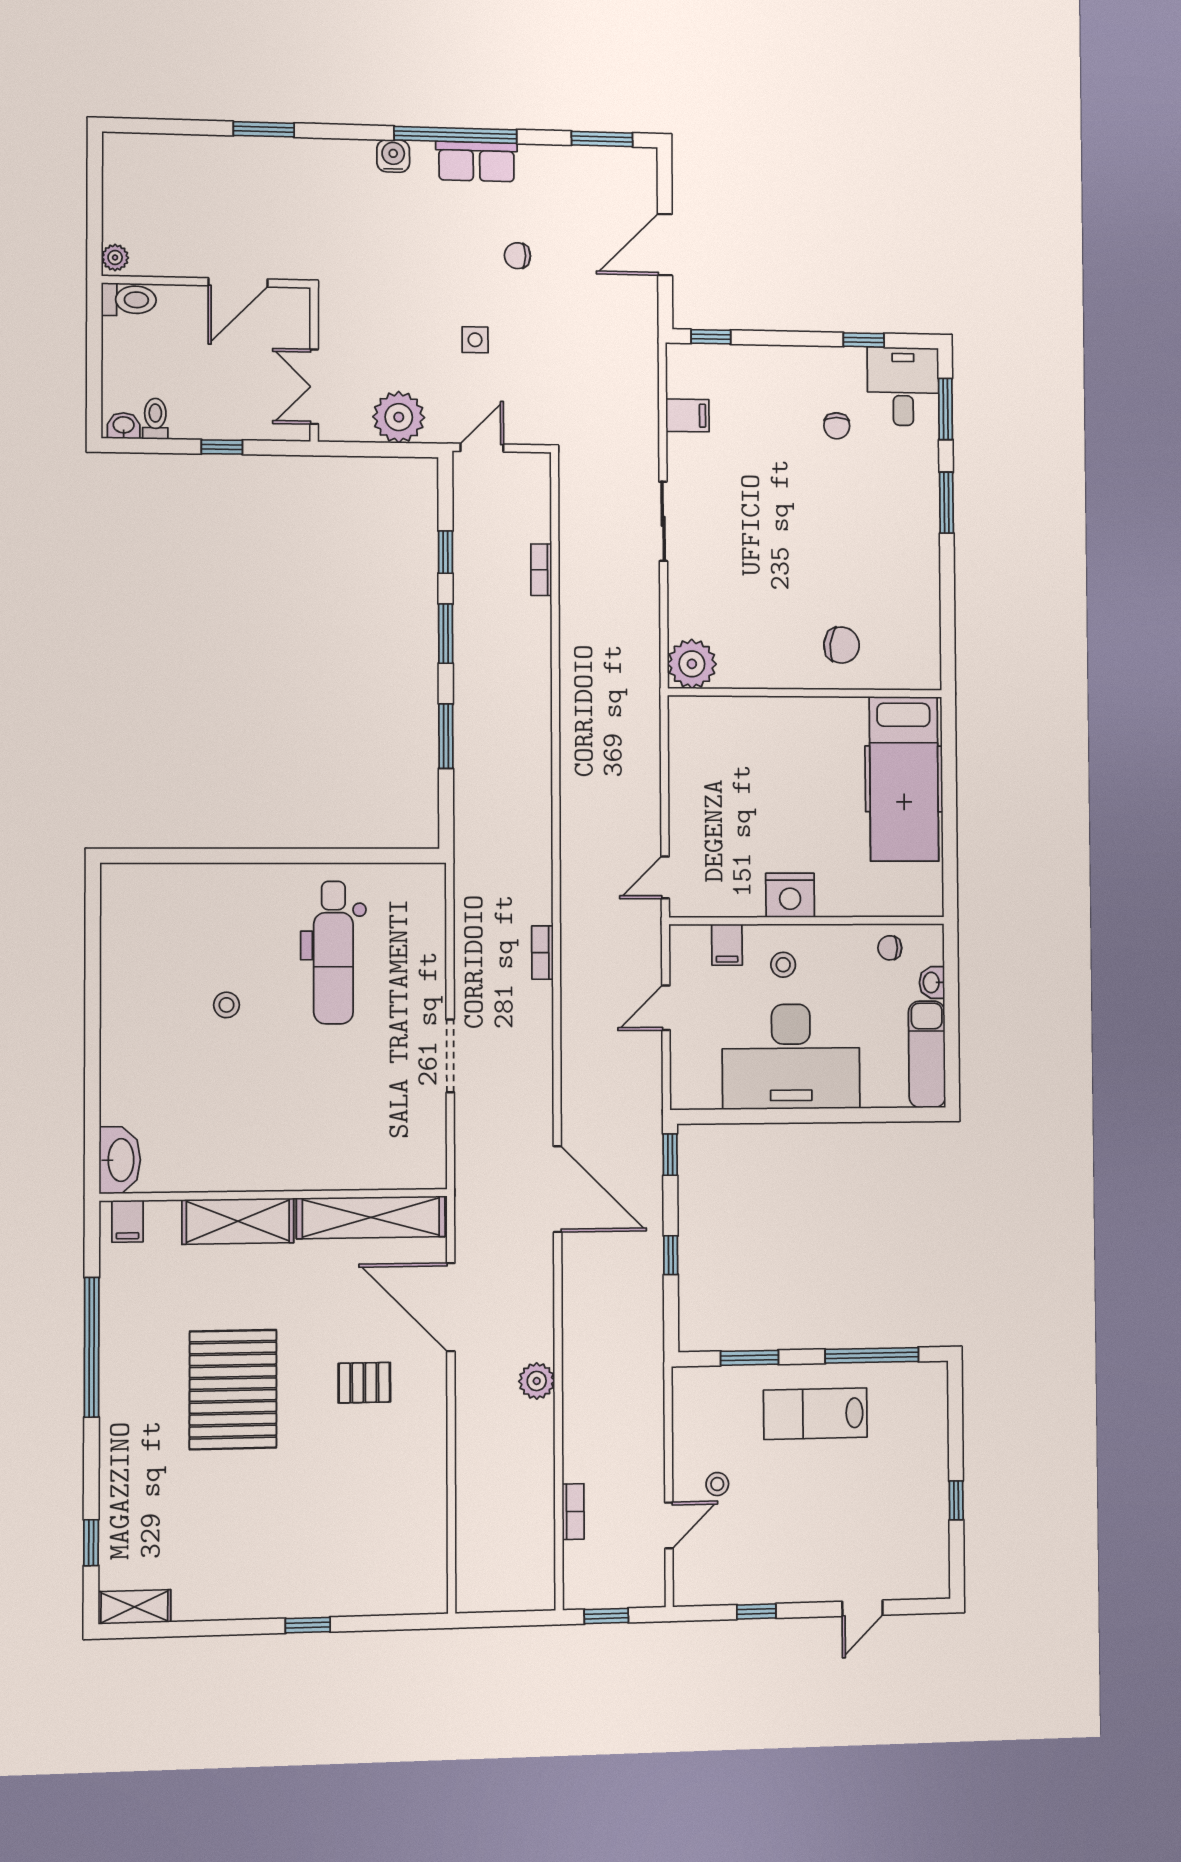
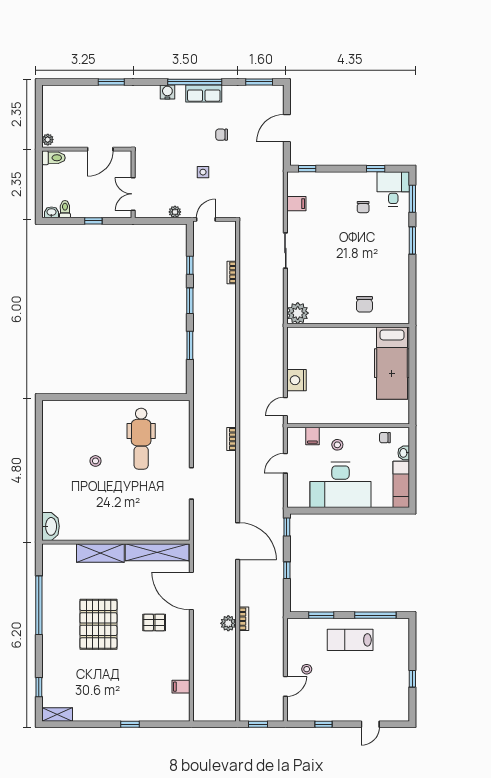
plant: (399, 417) -> (175, 212), width x0.53, depth x0.53
chair: (842, 645) -> (364, 304), turned 84
nightstand: (790, 895) -> (297, 380), moved, turned 90
filing cabinet: (128, 1221) -> (181, 687), moved, turned 90
bookcase: (573, 1512) -> (244, 619), moved

